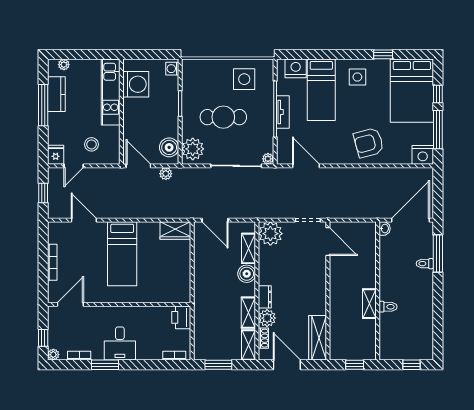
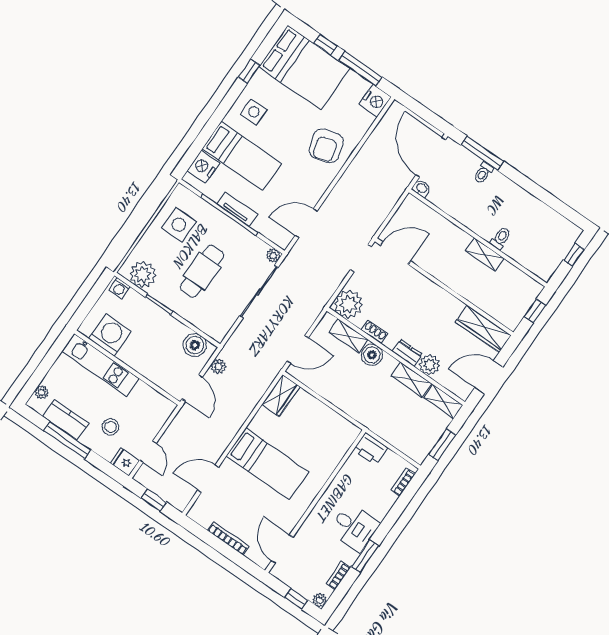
stool: (91, 144) -> (111, 427), moved
plant: (193, 149) -> (143, 275), moved
door: (138, 166) -> (192, 388), swing flipped
shoe rack: (263, 338) -> (374, 332), moved

